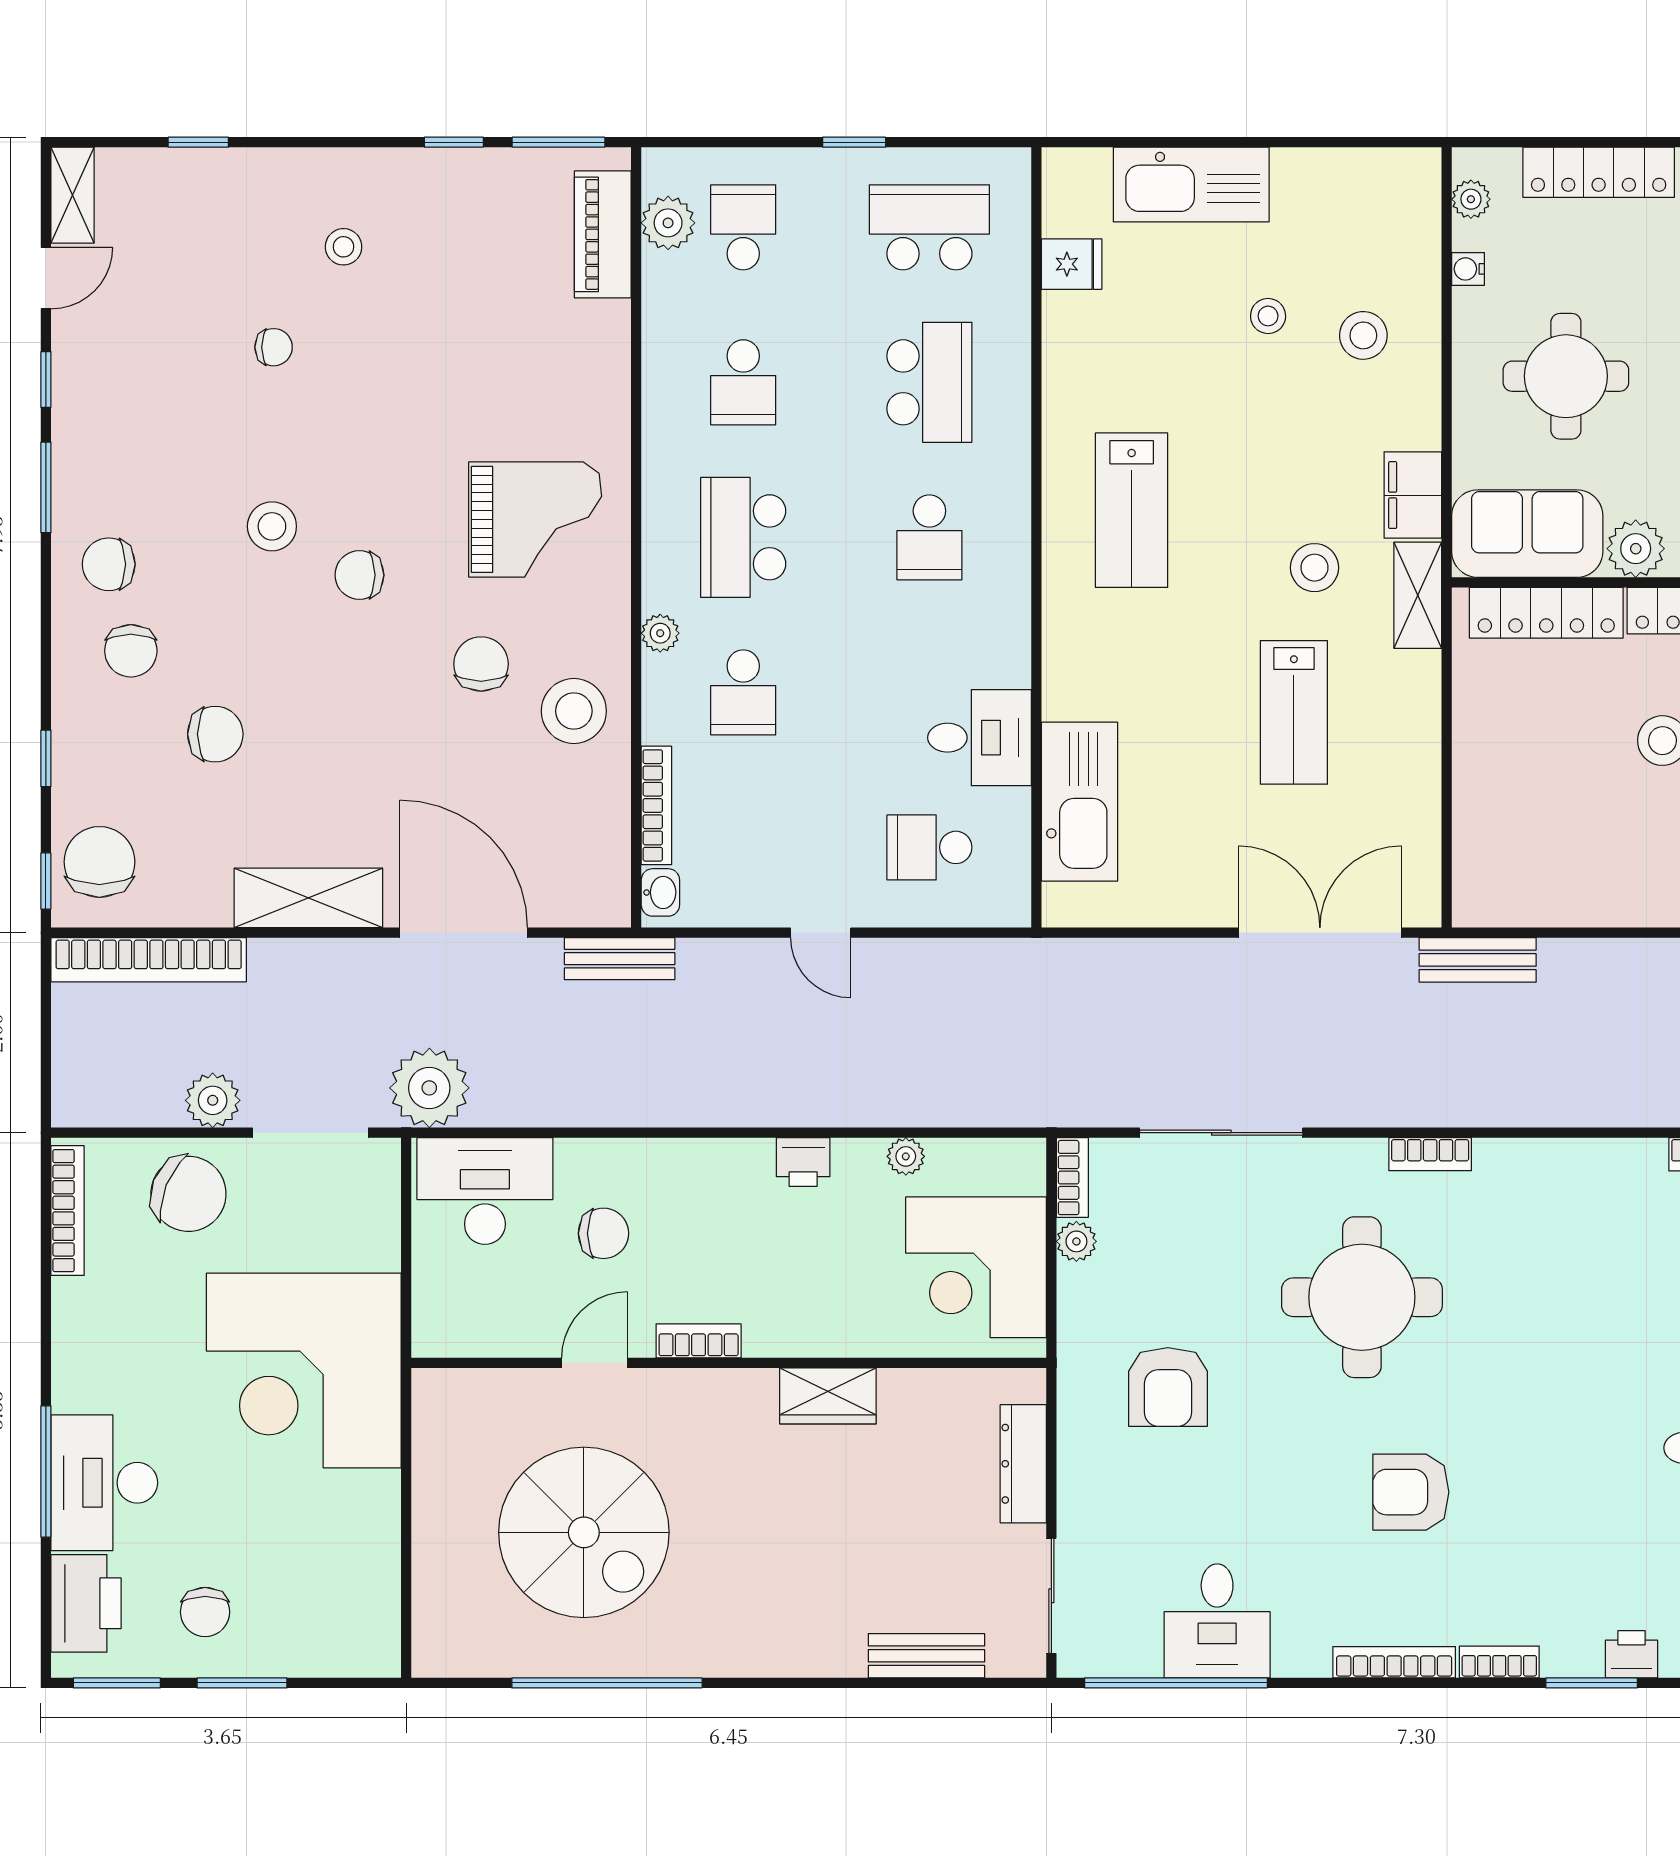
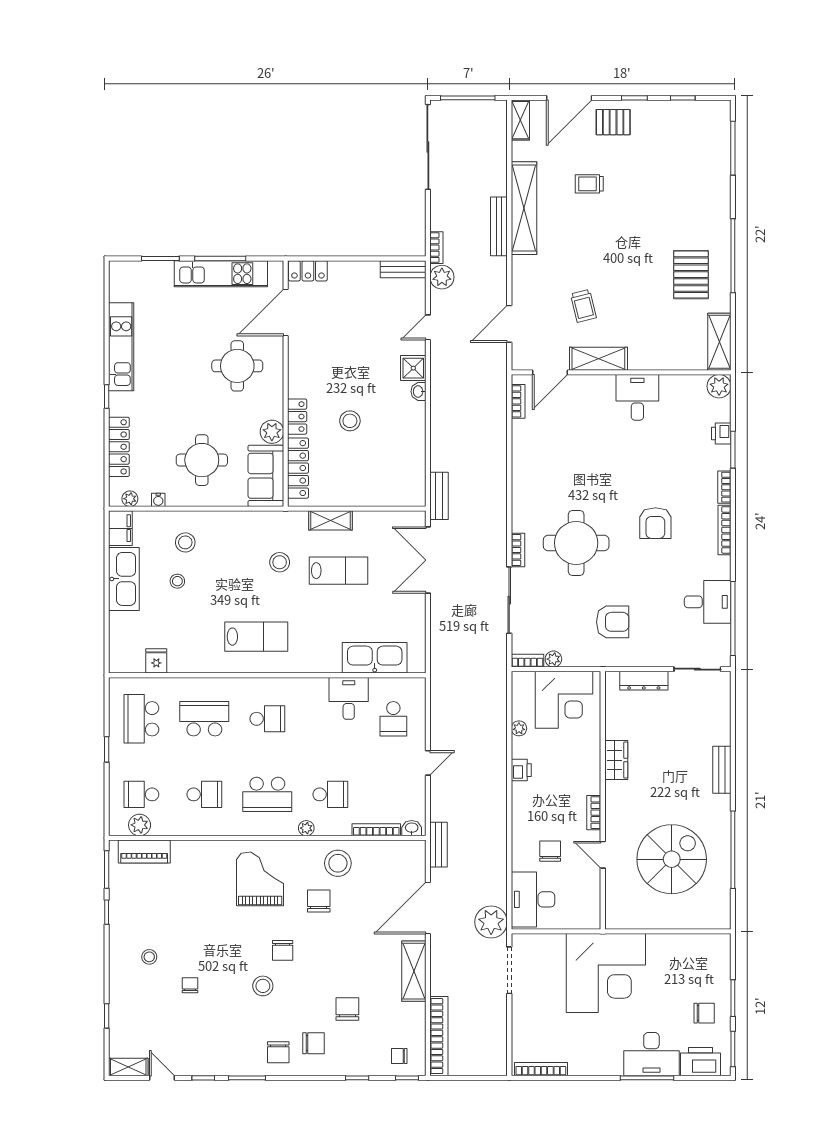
kitchen sink: (1191, 185) -> (124, 579), moved
filing cabinet: (1413, 495) -> (120, 528), moved, turned -90
shelving: (1418, 595) -> (331, 520), moved
chair: (481, 664) -> (319, 901), turned 90
chair: (99, 862) -> (399, 1056), width x0.54, depth x0.54
plant: (213, 1100) -> (496, 1010), removed
bookcase: (1430, 1154) -> (518, 550), moved
chair: (188, 1194) -> (534, 1020), removed
bench: (927, 1656) -> (722, 770), moved

